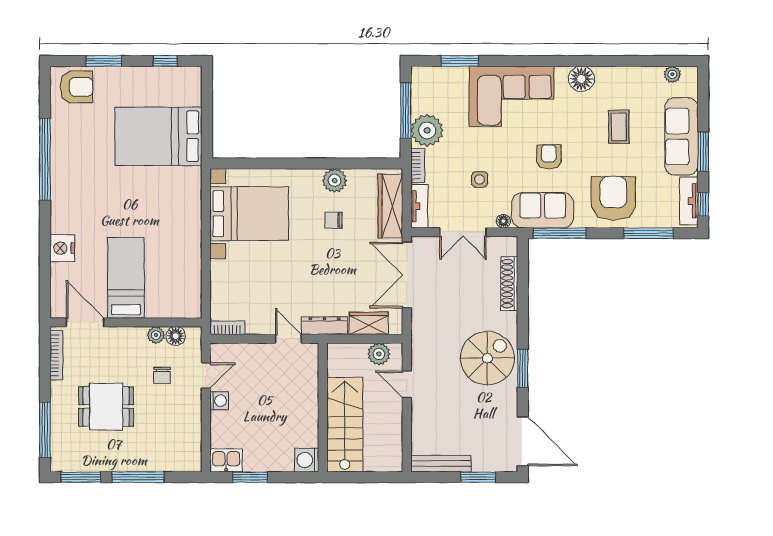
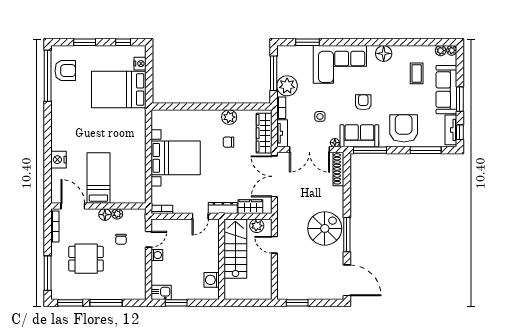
plant: (690, 74) -> (452, 50), added
armchair: (77, 87) -> (65, 71), moved
nightstand: (192, 95) -> (140, 64), added
coffee table: (619, 127) -> (417, 73), moved
window: (45, 159) -> (48, 76), moved
bed with nightstands: (249, 214) -> (176, 158), moved
double door: (463, 232) -> (309, 149), width x1.37
shoe rack: (509, 284) -> (338, 169), moved
floor lamp: (176, 336) -> (105, 215), moved
door: (288, 339) -> (200, 216), swing flipped
window: (523, 368) -> (347, 235), width x1.44
stairs: (345, 425) -> (235, 249), moved
washing machine: (307, 460) -> (212, 280), moved
bench: (441, 464) -> (296, 294), removed
window: (478, 477) -> (297, 303), moved

